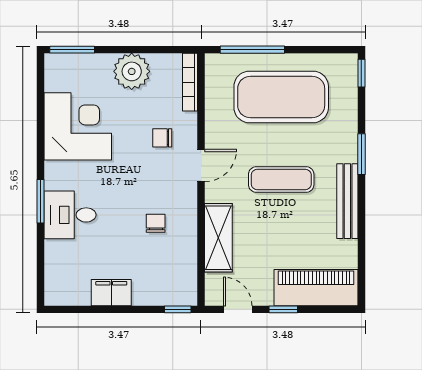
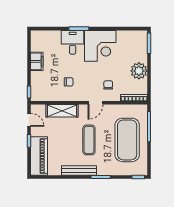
corner desk: (78, 126) -> (100, 46), moved
door: (201, 166) -> (95, 103), hinge flipped
door: (238, 309) -> (29, 120), hinge flipped

